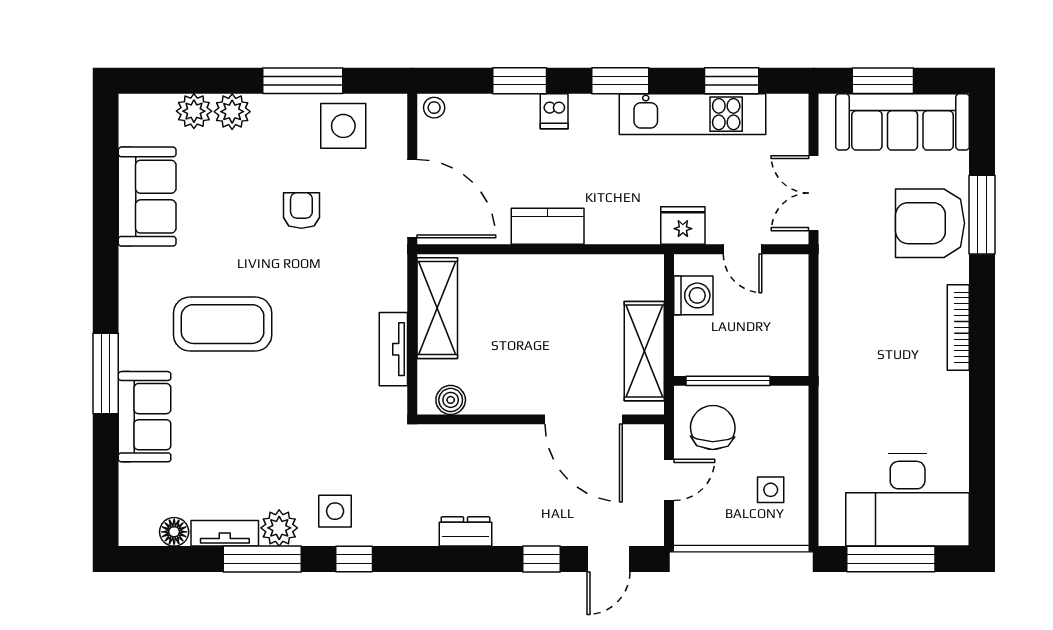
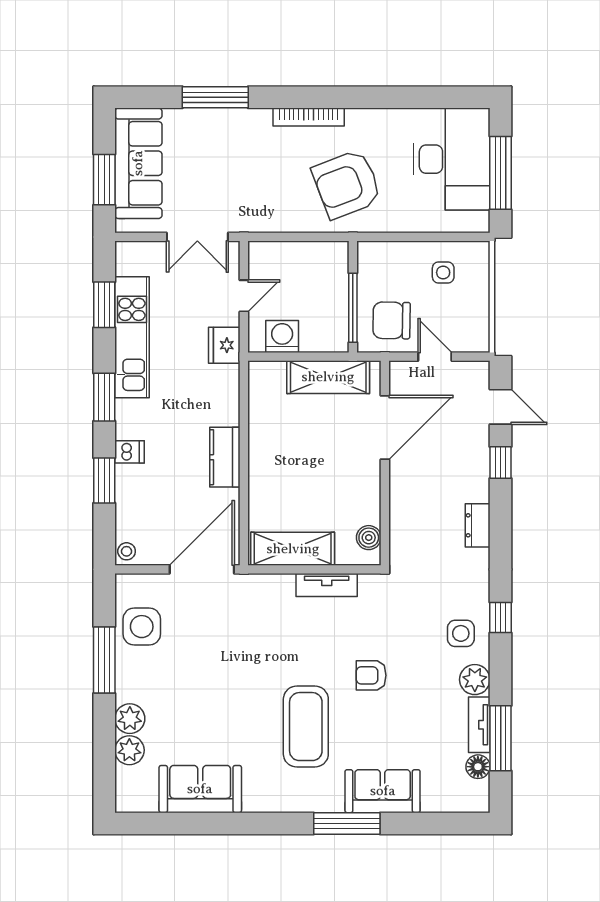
armchair: (301, 210) -> (371, 675), moved
armchair: (930, 223) -> (347, 184), moved, turned 69
window: (262, 559) -> (501, 738), moved

